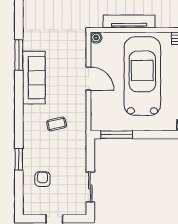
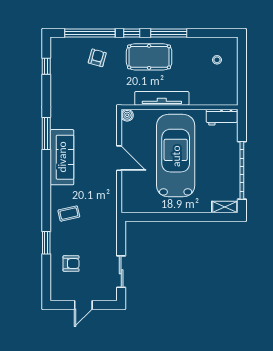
coffee table: (57, 124) -> (69, 214), moved
window: (117, 135) -> (149, 217), removed
armchair: (43, 179) -> (71, 264), turned 90

